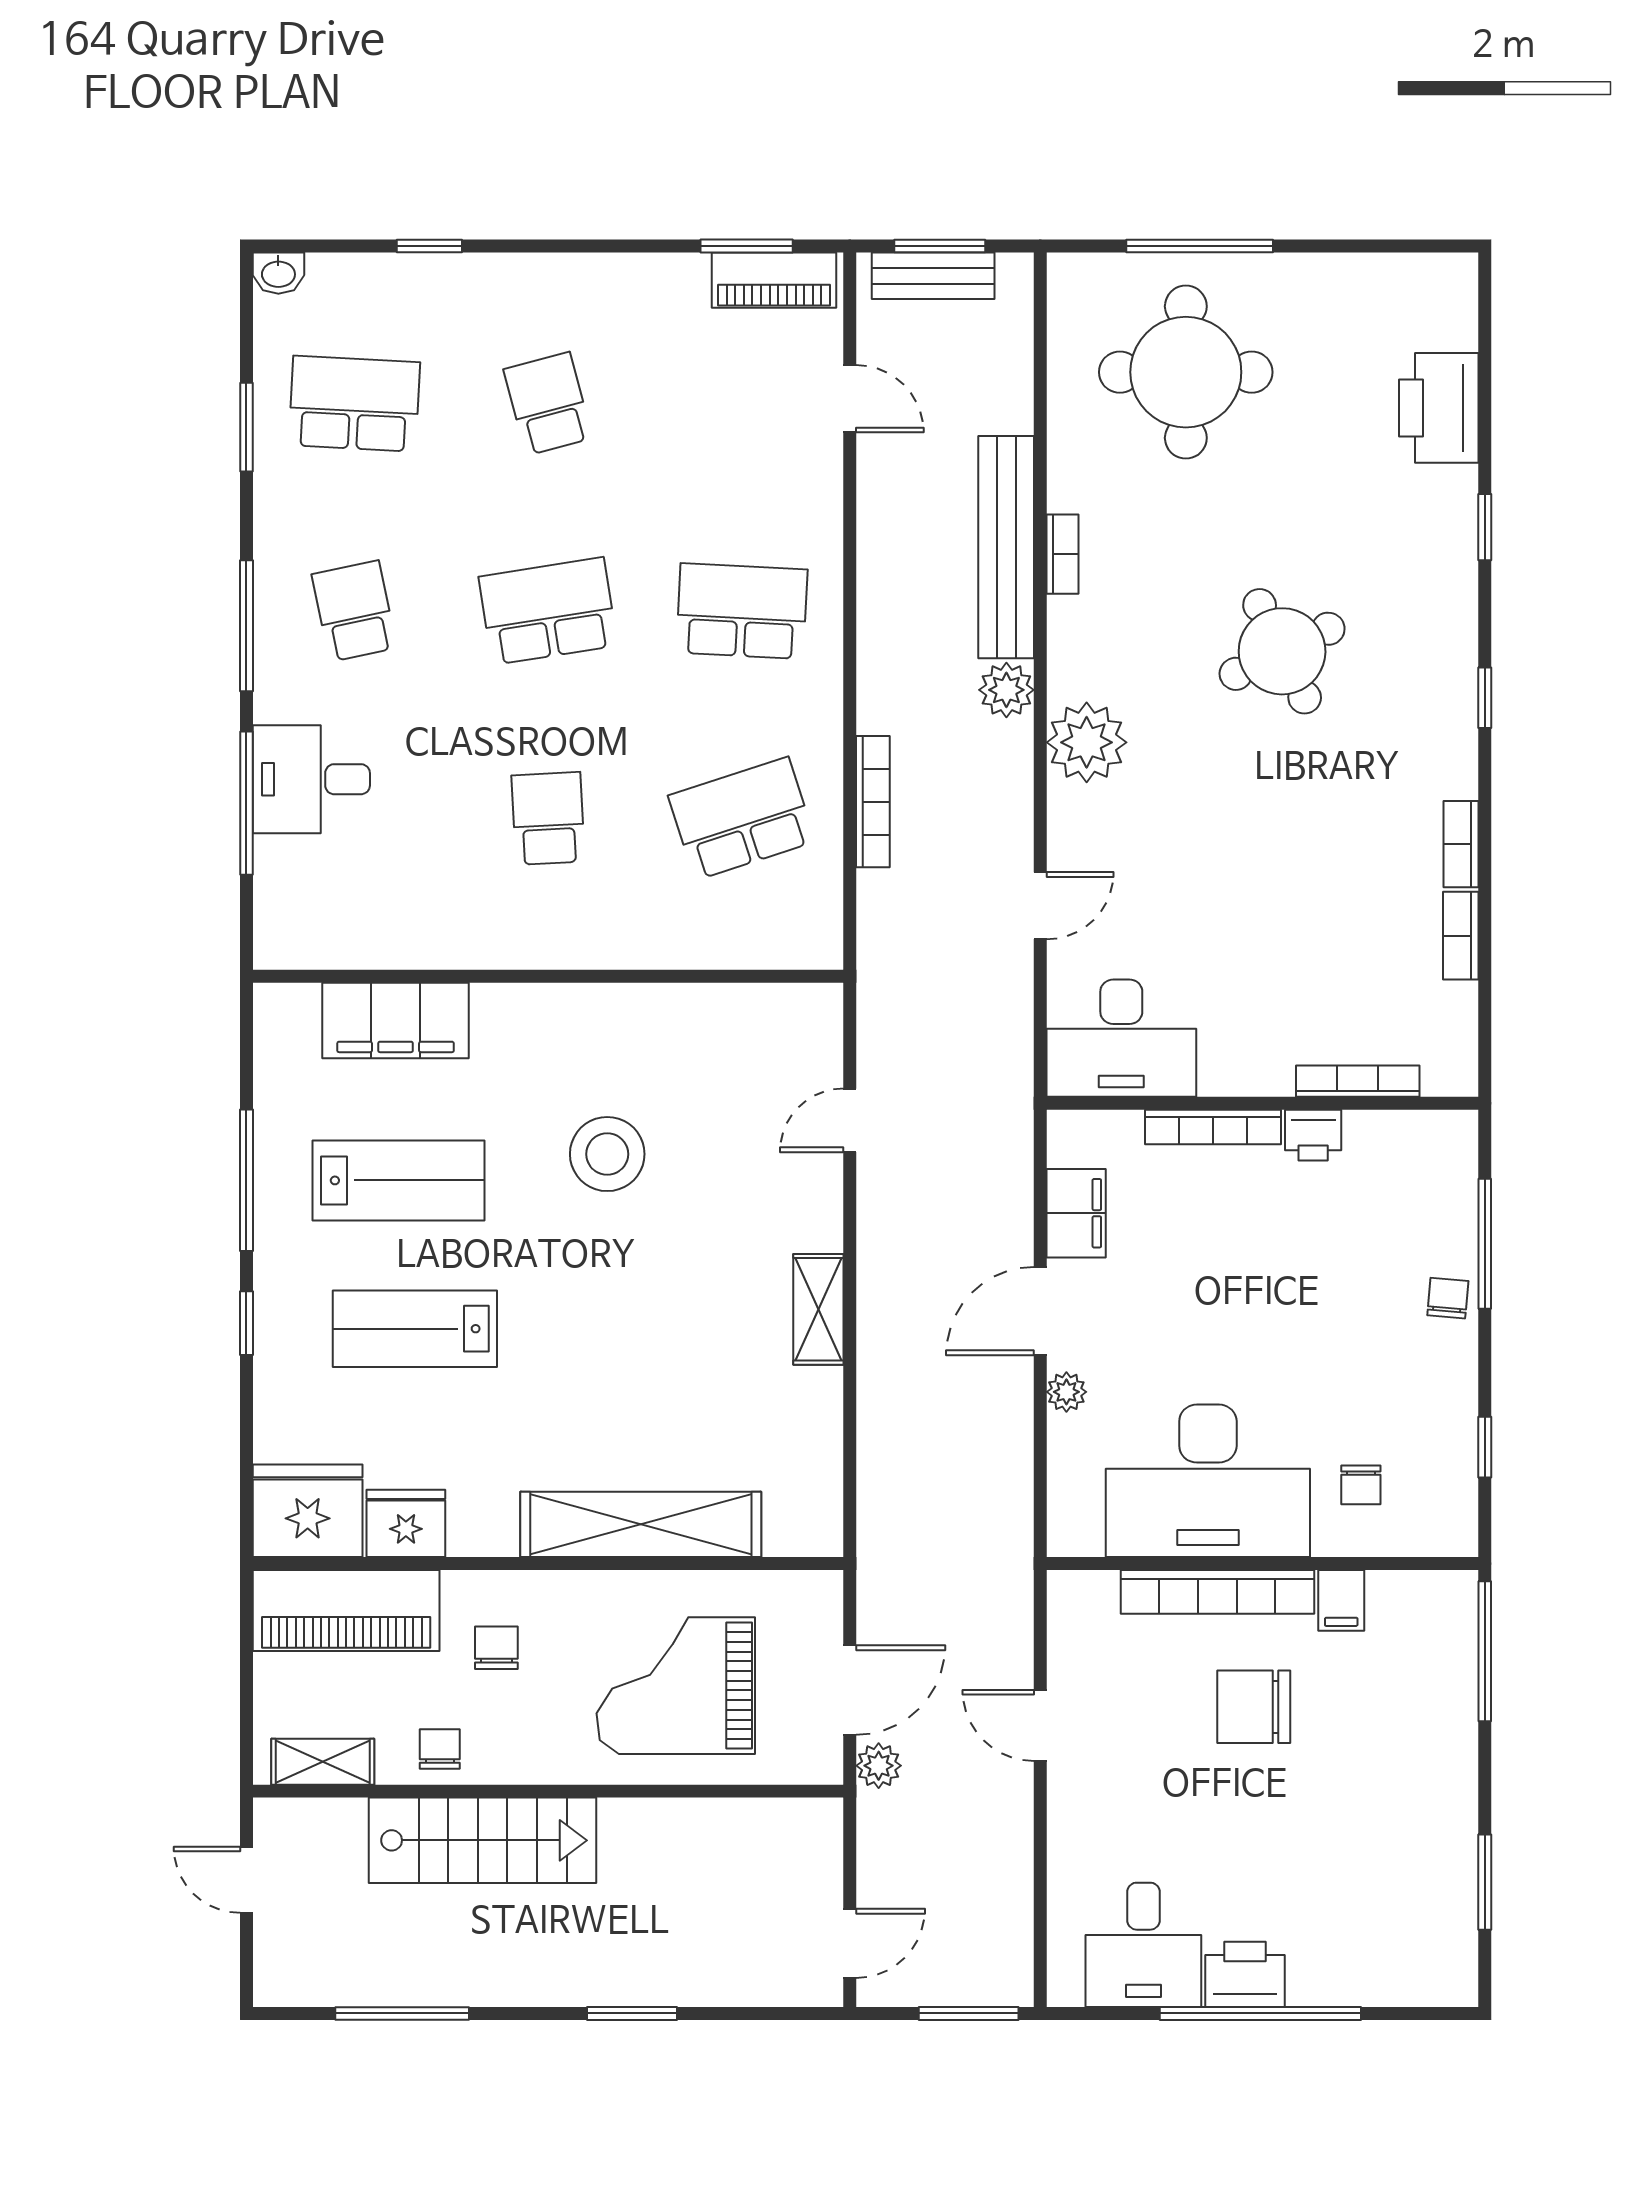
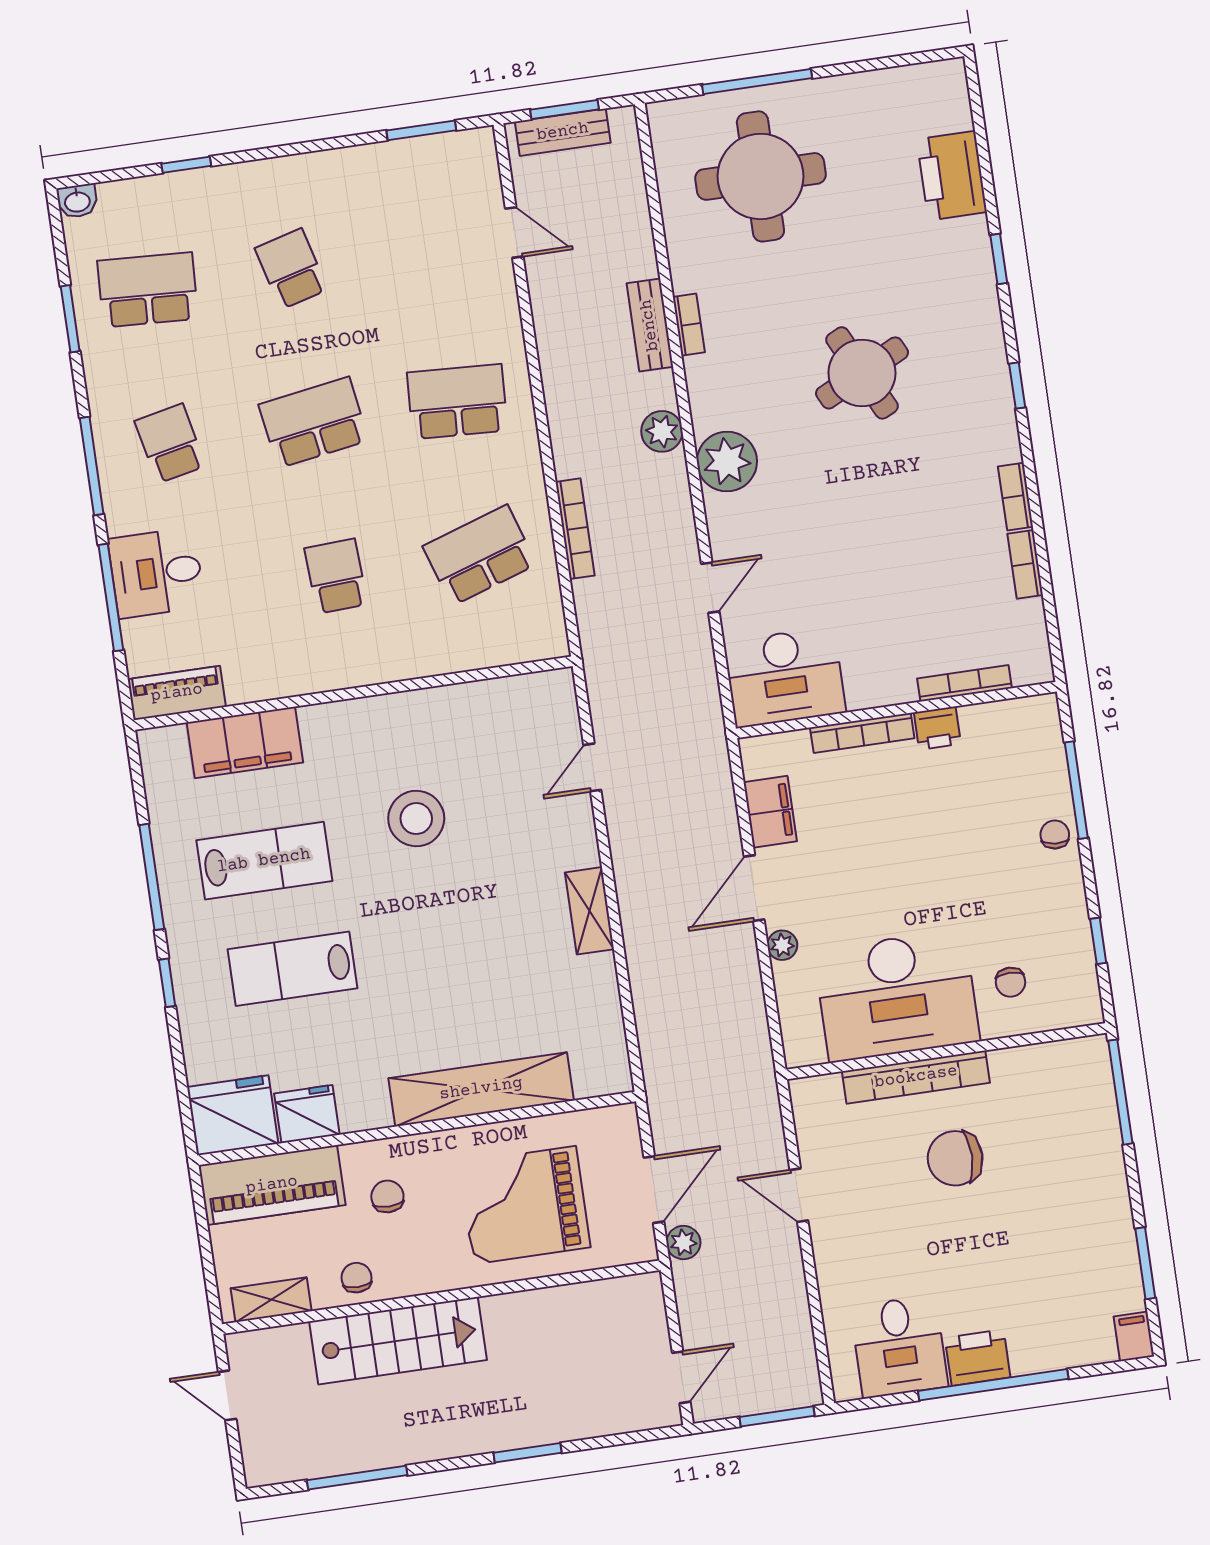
piano: (774, 280) -> (177, 693), moved, turned 180
bench: (1006, 547) -> (650, 325), width x0.54, depth x0.82
filing cabinet: (1341, 1600) -> (1134, 1336), moved, turned 180

